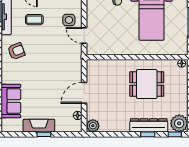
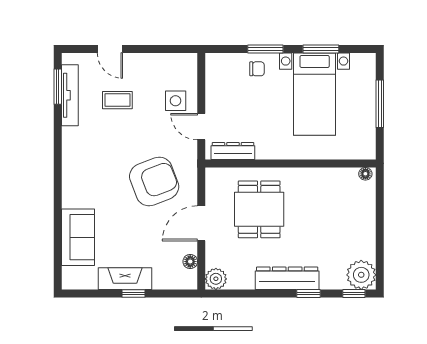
dresser: (103, 50) -> (233, 151), added
armchair: (16, 51) -> (154, 181), moved, width x1.88, depth x1.88
dining table: (147, 84) -> (259, 209), moved, turned 90
dresser: (149, 125) -> (287, 278), moved

